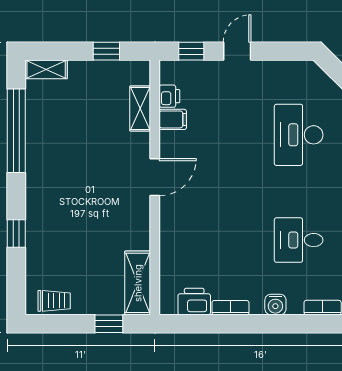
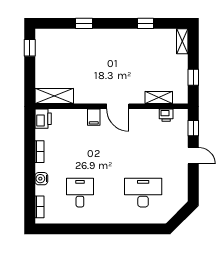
filing cabinet: (173, 119) -> (94, 117), moved
window: (16, 131) -> (146, 23), width x0.32
trolley: (54, 301) -> (44, 46), removed
printer: (194, 302) -> (43, 119), moved
window: (109, 324) -> (30, 48), moved

